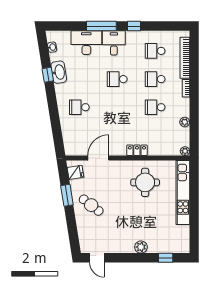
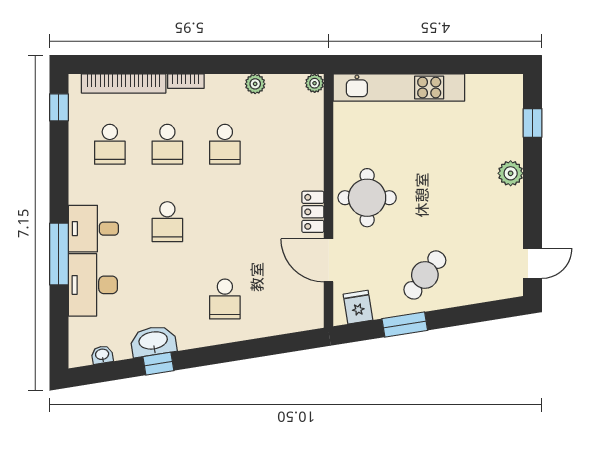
window: (134, 26) -> (59, 107), moved
locker: (137, 150) -> (313, 212), moved
round table: (145, 182) -> (367, 198), moved

